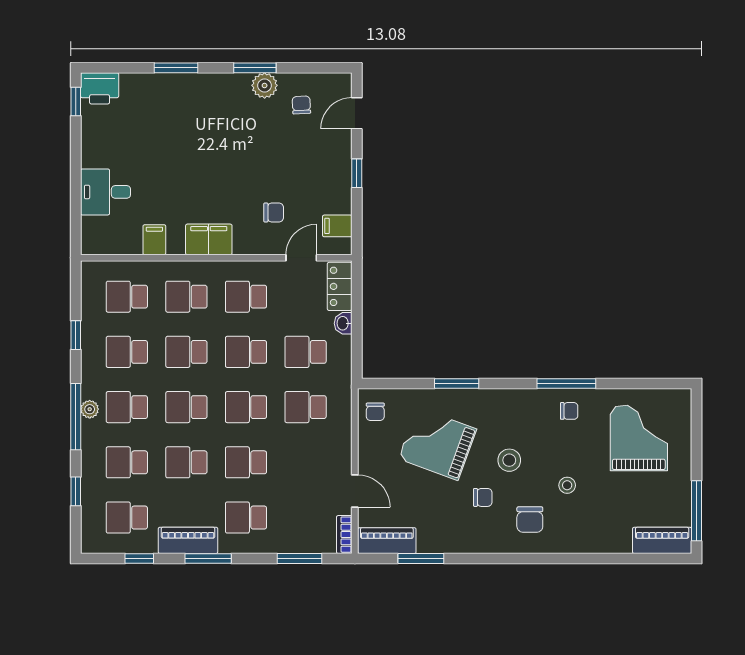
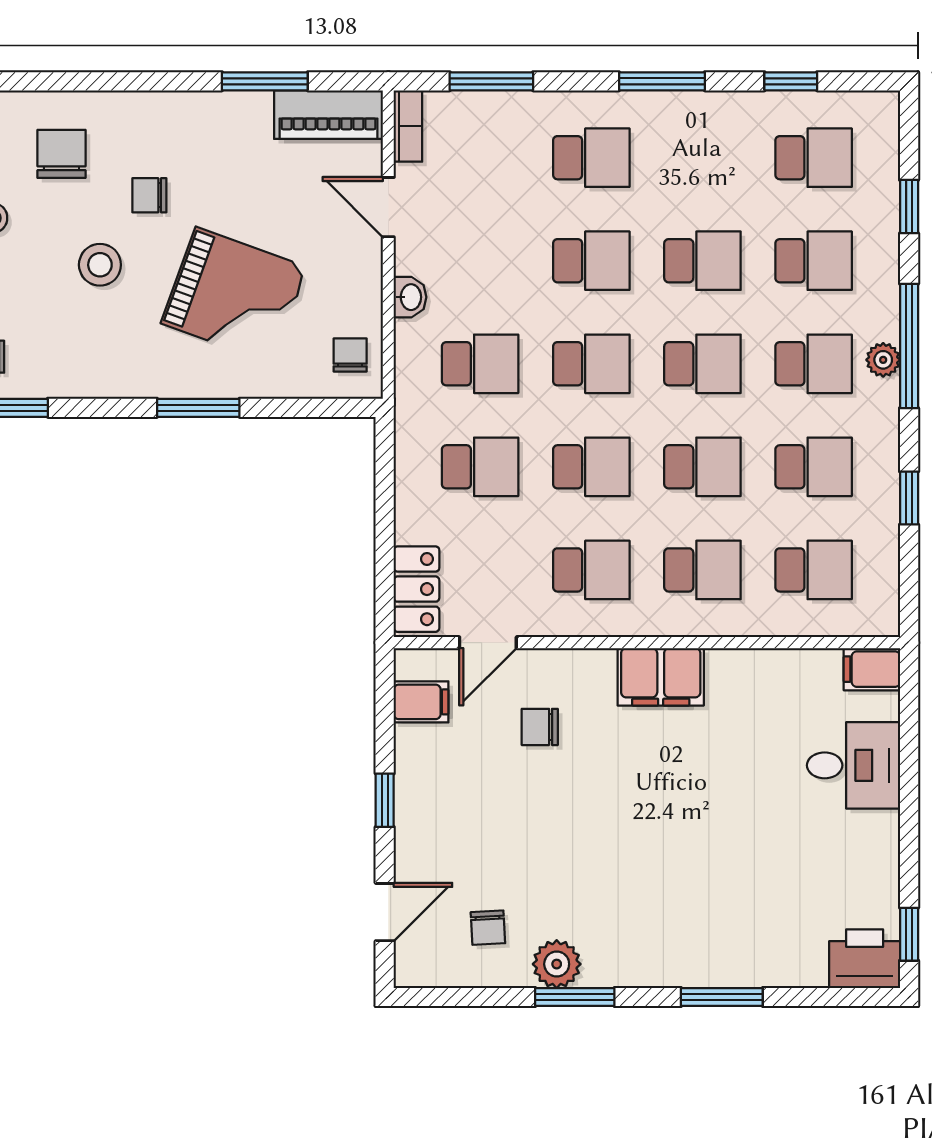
filing cabinet: (154, 240) -> (872, 669), moved, turned 90
washbasin: (343, 323) -> (410, 297), moved
piano: (188, 540) -> (700, 115), removed

